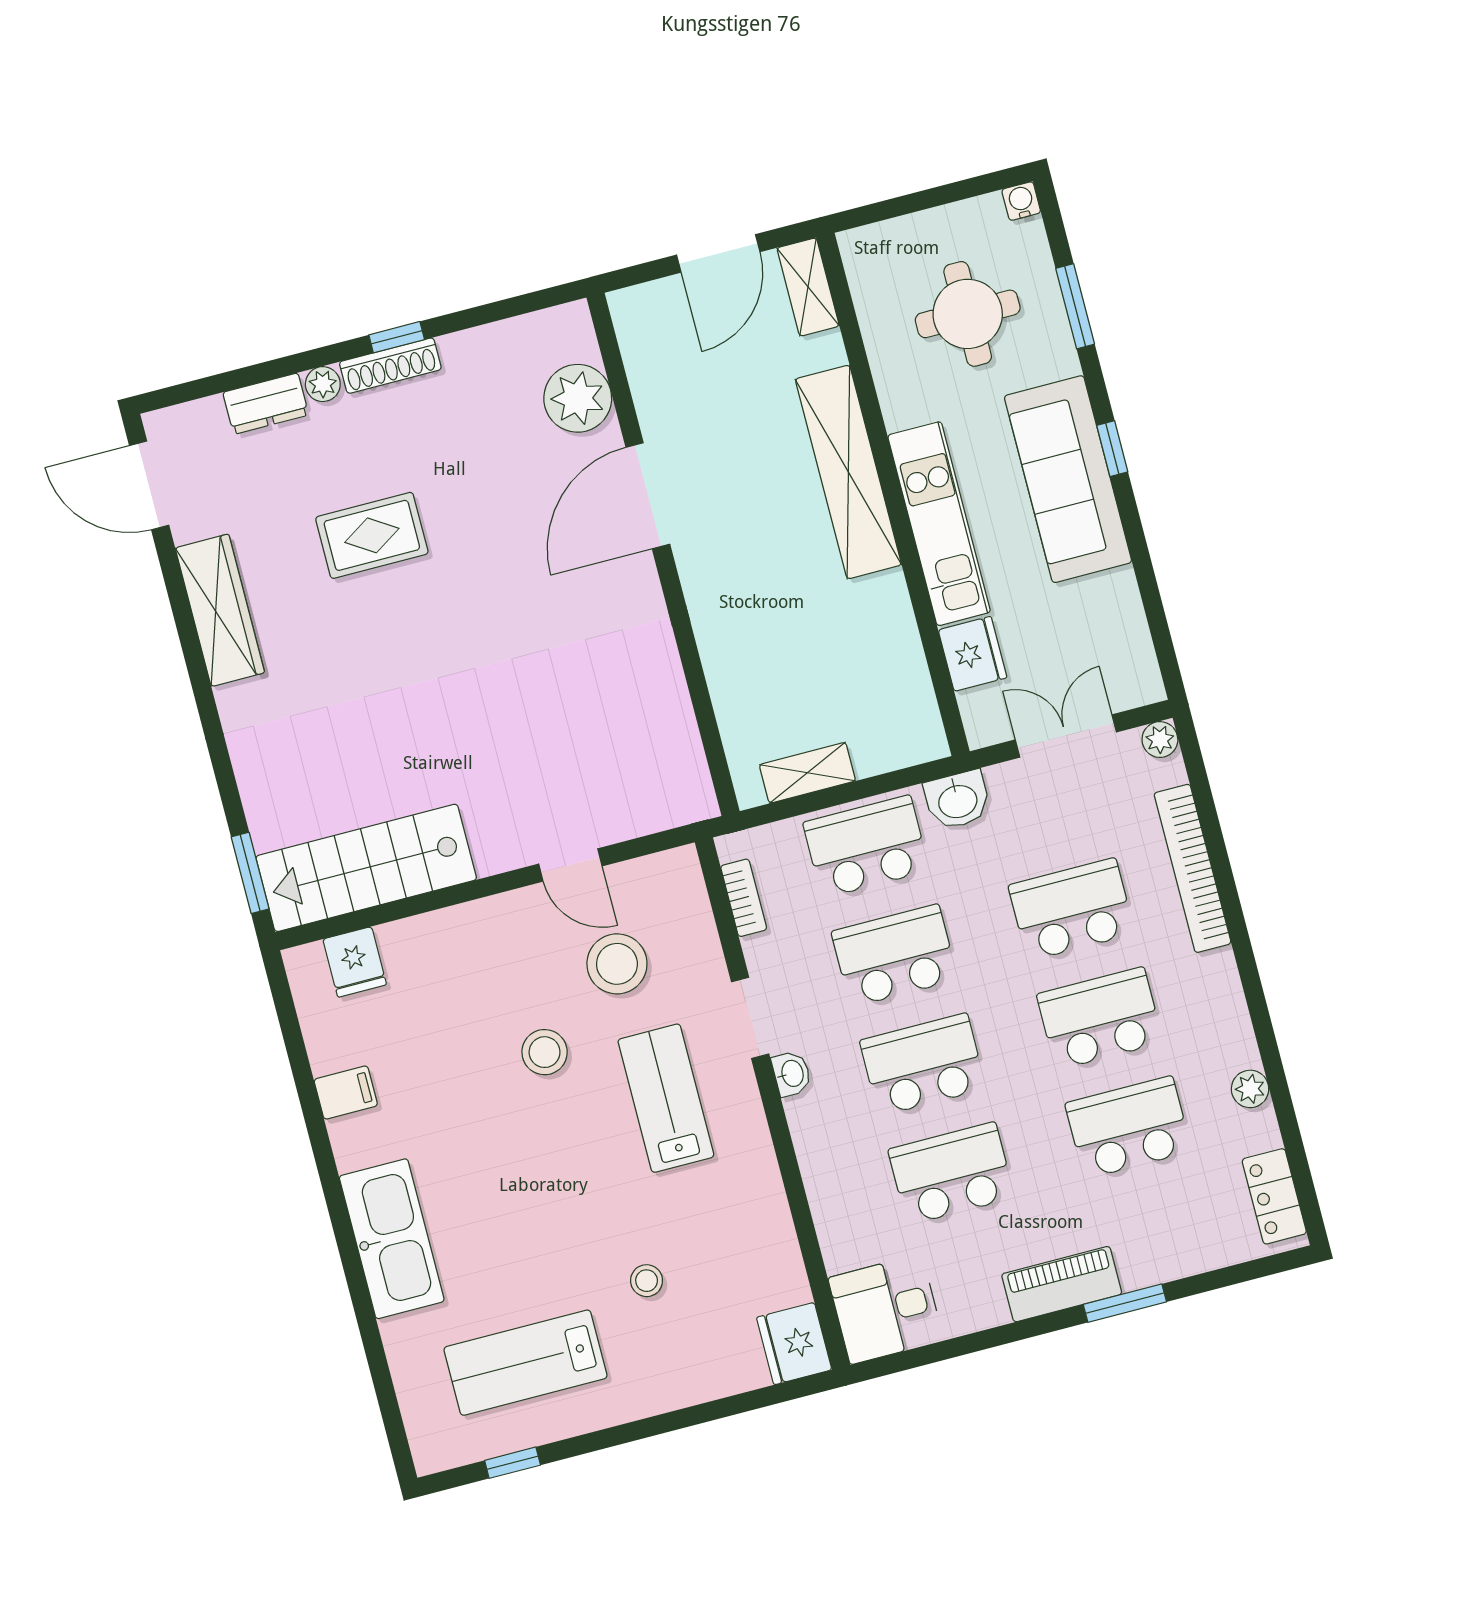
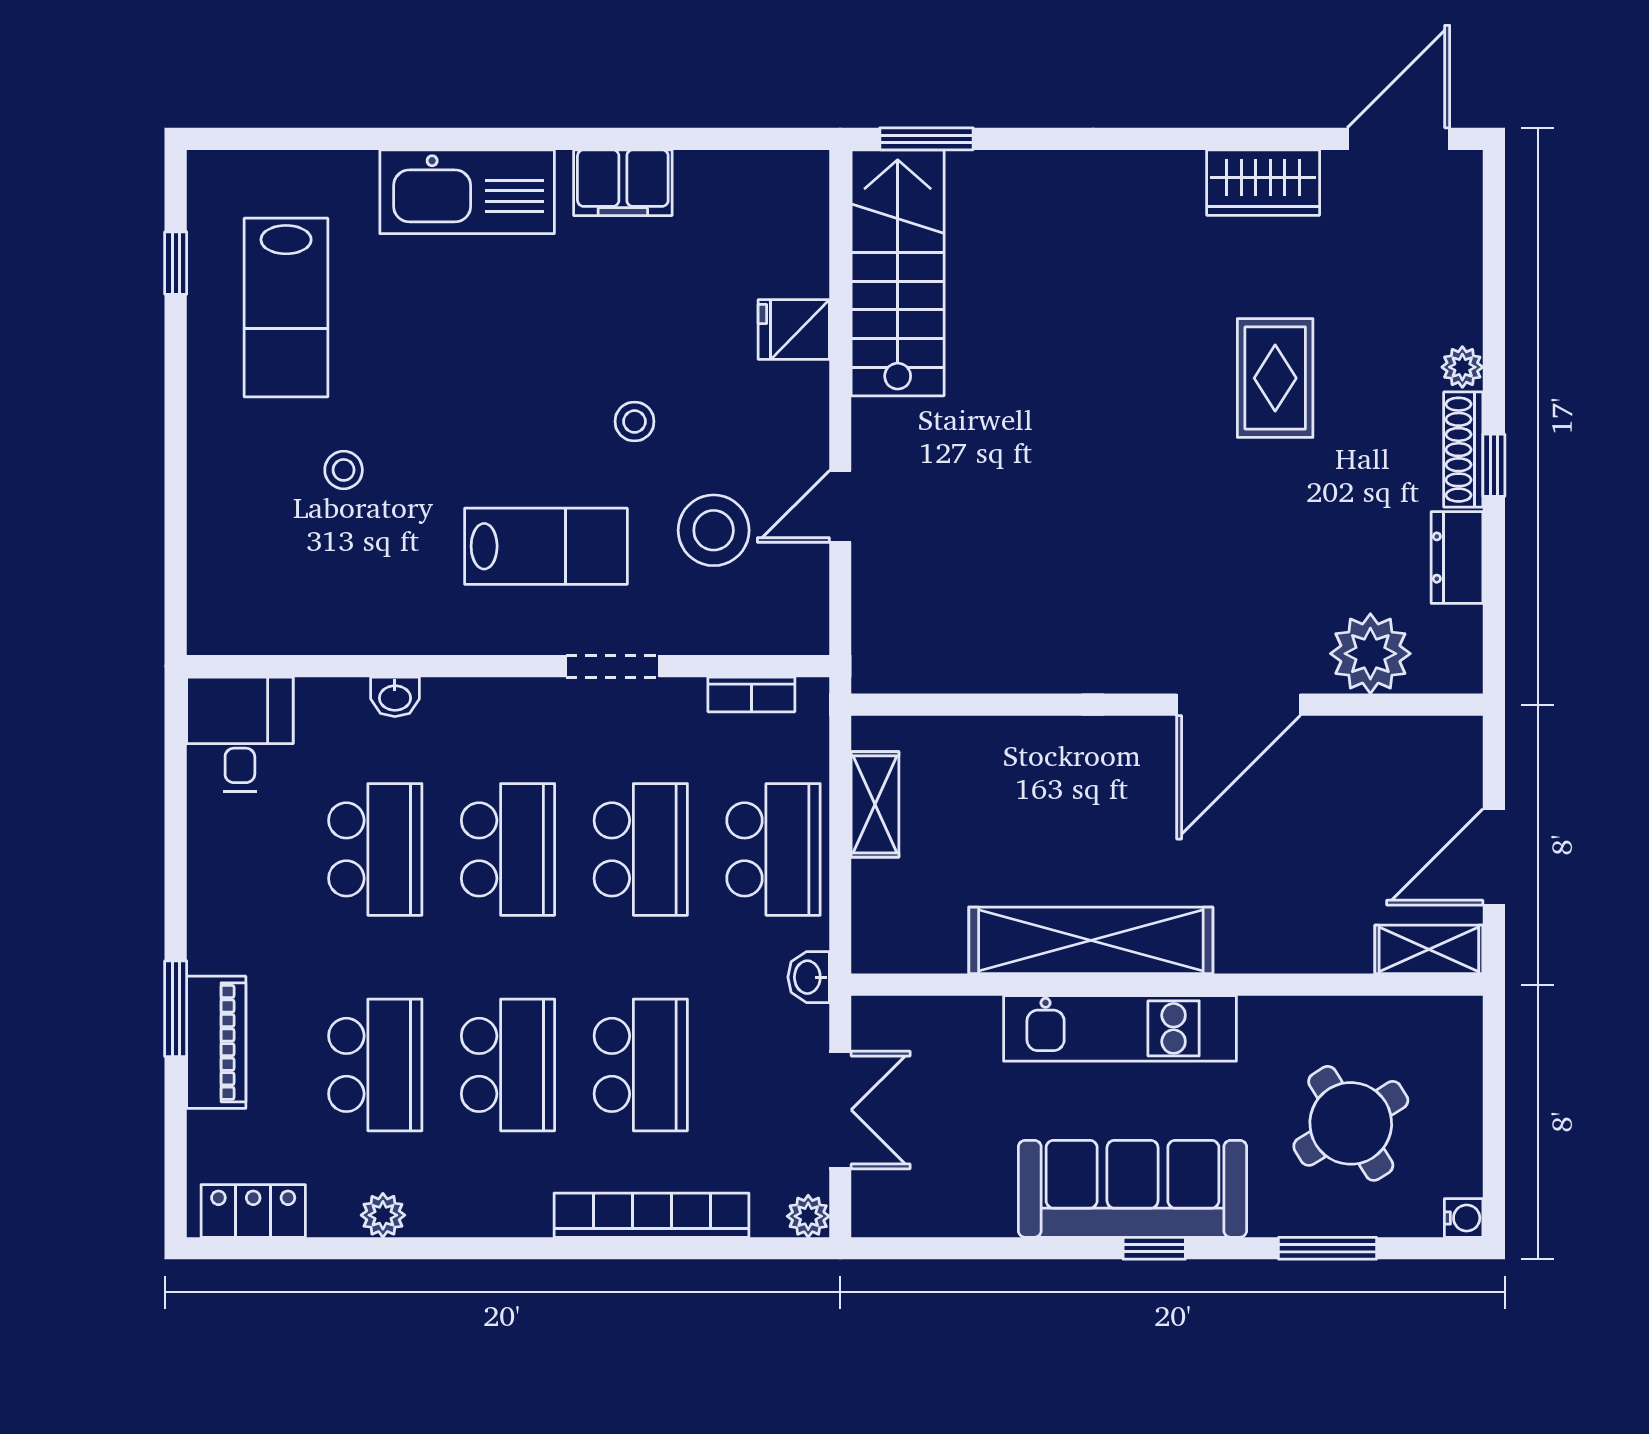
door: (718, 253) -> (1494, 857), hinge flipped
round table: (968, 314) -> (1351, 1123), turned -32
dresser: (266, 404) -> (1457, 558), moved
shelving: (848, 472) -> (1091, 940), moved
door: (648, 496) -> (1238, 705), swing flipped
wardrobe: (220, 610) -> (1263, 183), width x0.67
fridge: (973, 654) -> (962, 1028), removed
washbasin: (957, 800) -> (809, 977), width x0.72, depth x0.69
fridge: (355, 962) -> (794, 329), moved
stool: (545, 1052) -> (635, 421), width x0.73, depth x0.73
washbasin: (792, 1074) -> (395, 697), moved
filing cabinet: (346, 1093) -> (623, 183), width x2.00
piano: (1062, 1284) -> (216, 1042), moved
fridge: (794, 1344) -> (228, 620), removed
lab bench: (526, 1363) -> (286, 308), turned 180

